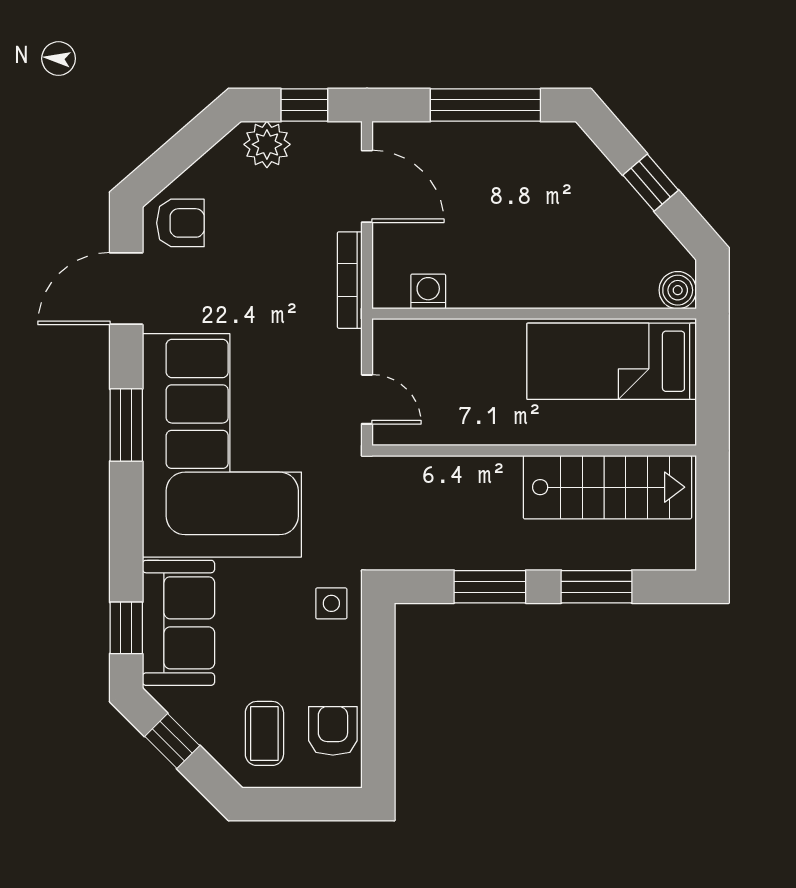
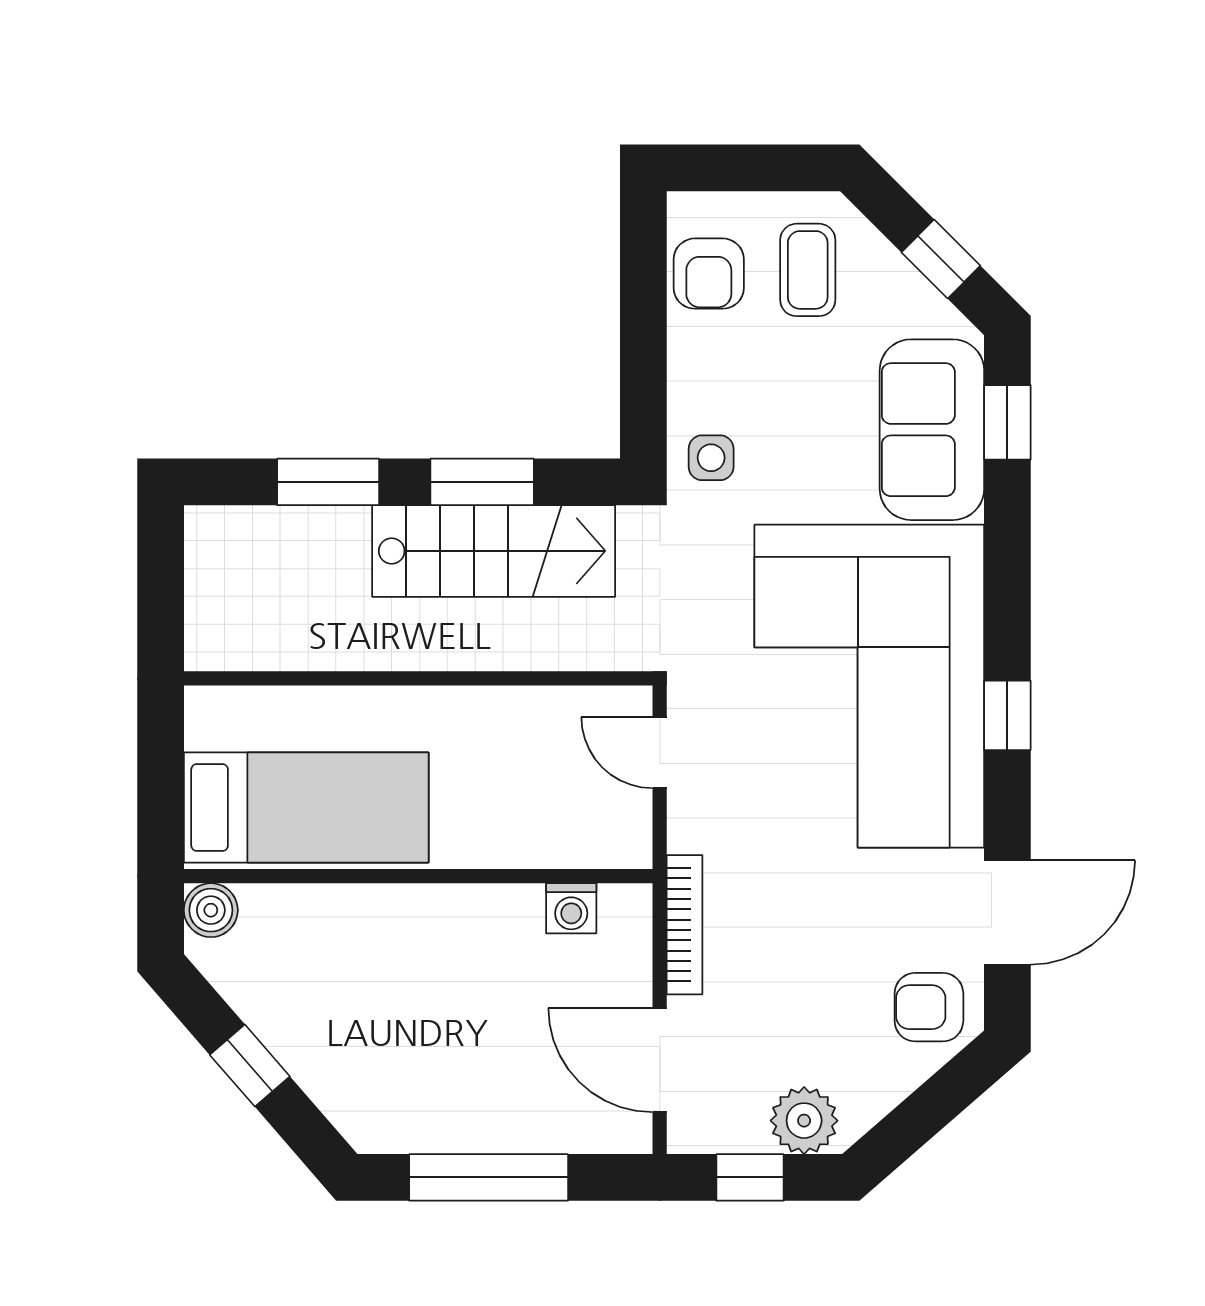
window: (126, 425) -> (1007, 715), width x0.67
stairs: (607, 487) -> (494, 551), moved, turned 180

